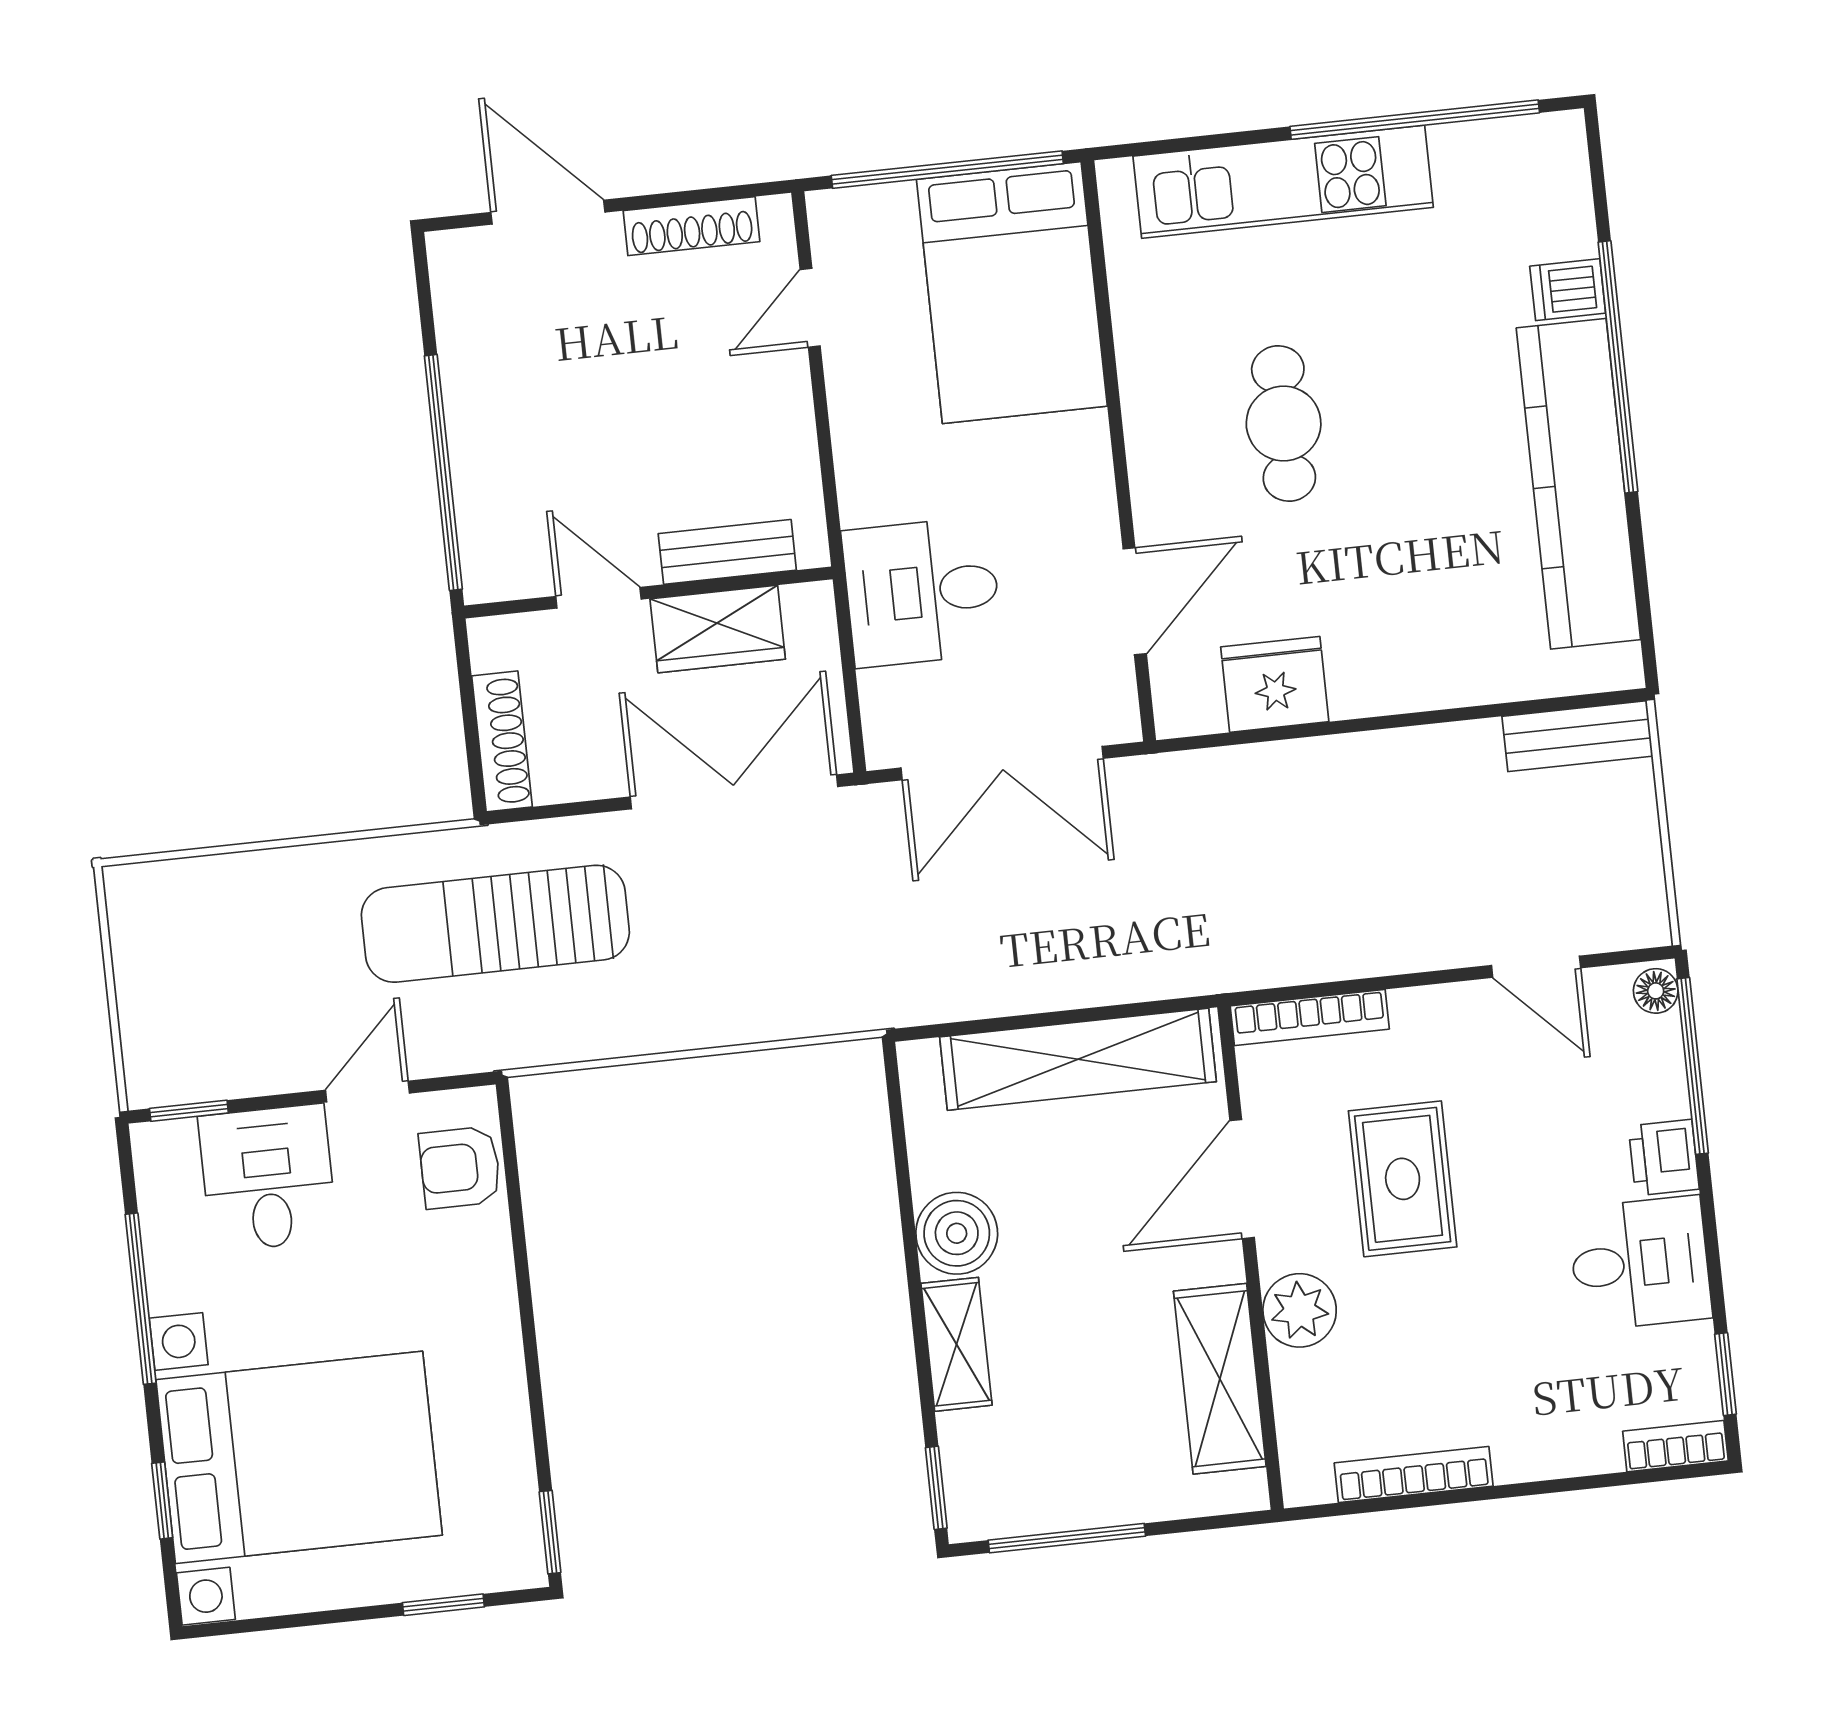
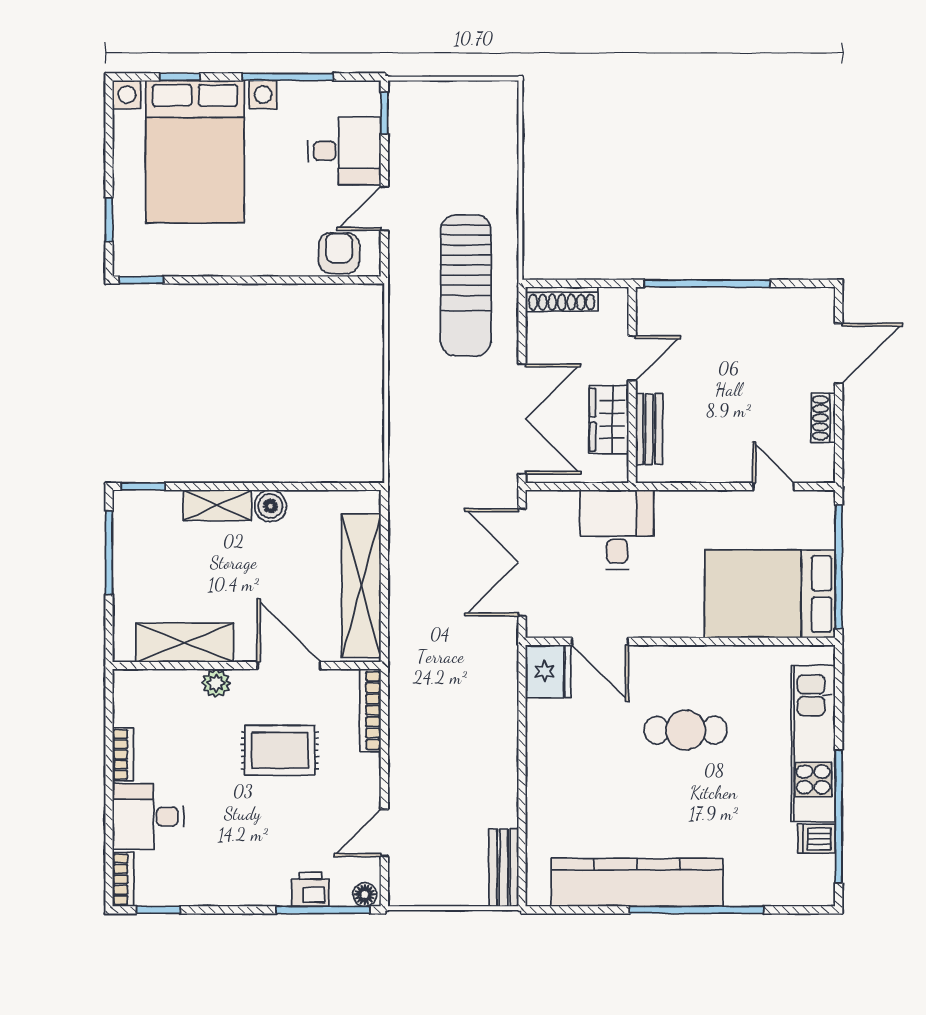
shoe rack: (691, 226) -> (823, 418), width x0.70
dishwasher: (1568, 290) -> (817, 839), moved, turned -90
fridge: (1275, 684) -> (548, 671), moved
sun lounger: (495, 924) -> (466, 285), turned 180
door: (367, 1092) -> (384, 208), swing flipped
printer: (1664, 1158) -> (310, 889), moved
boiler: (957, 1233) -> (270, 506), width x0.73, depth x0.73
desk: (1640, 1263) -> (148, 817), moved, turned 90
plant: (1300, 1310) -> (216, 683), width x0.73, depth x0.73
bookcase: (1414, 1475) -> (123, 754), width x0.64

